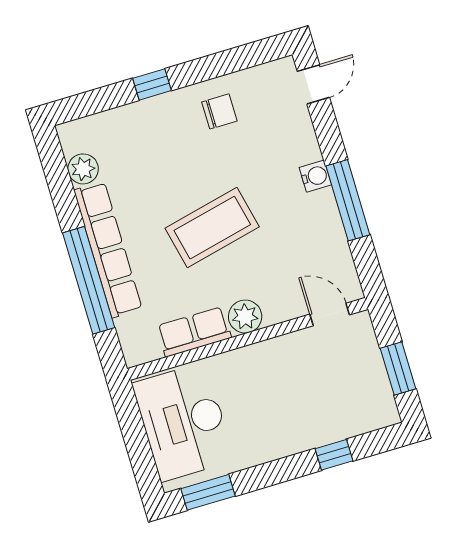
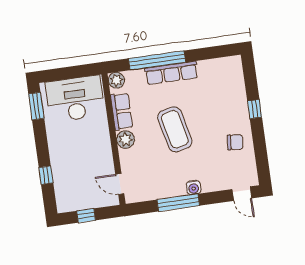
chair: (219, 111) -> (235, 142), turned -84
plant: (83, 169) -> (116, 80), moved
row of seats: (108, 250) -> (171, 73), width x0.73
door: (330, 314) -> (120, 184), swing flipped
window: (398, 368) -> (86, 216), width x0.67

